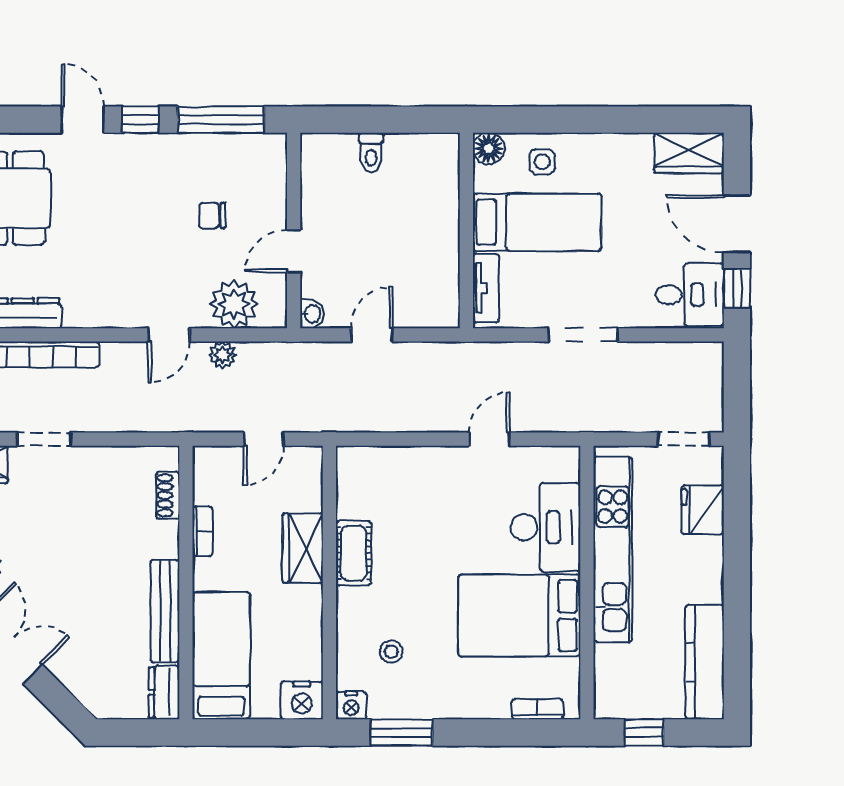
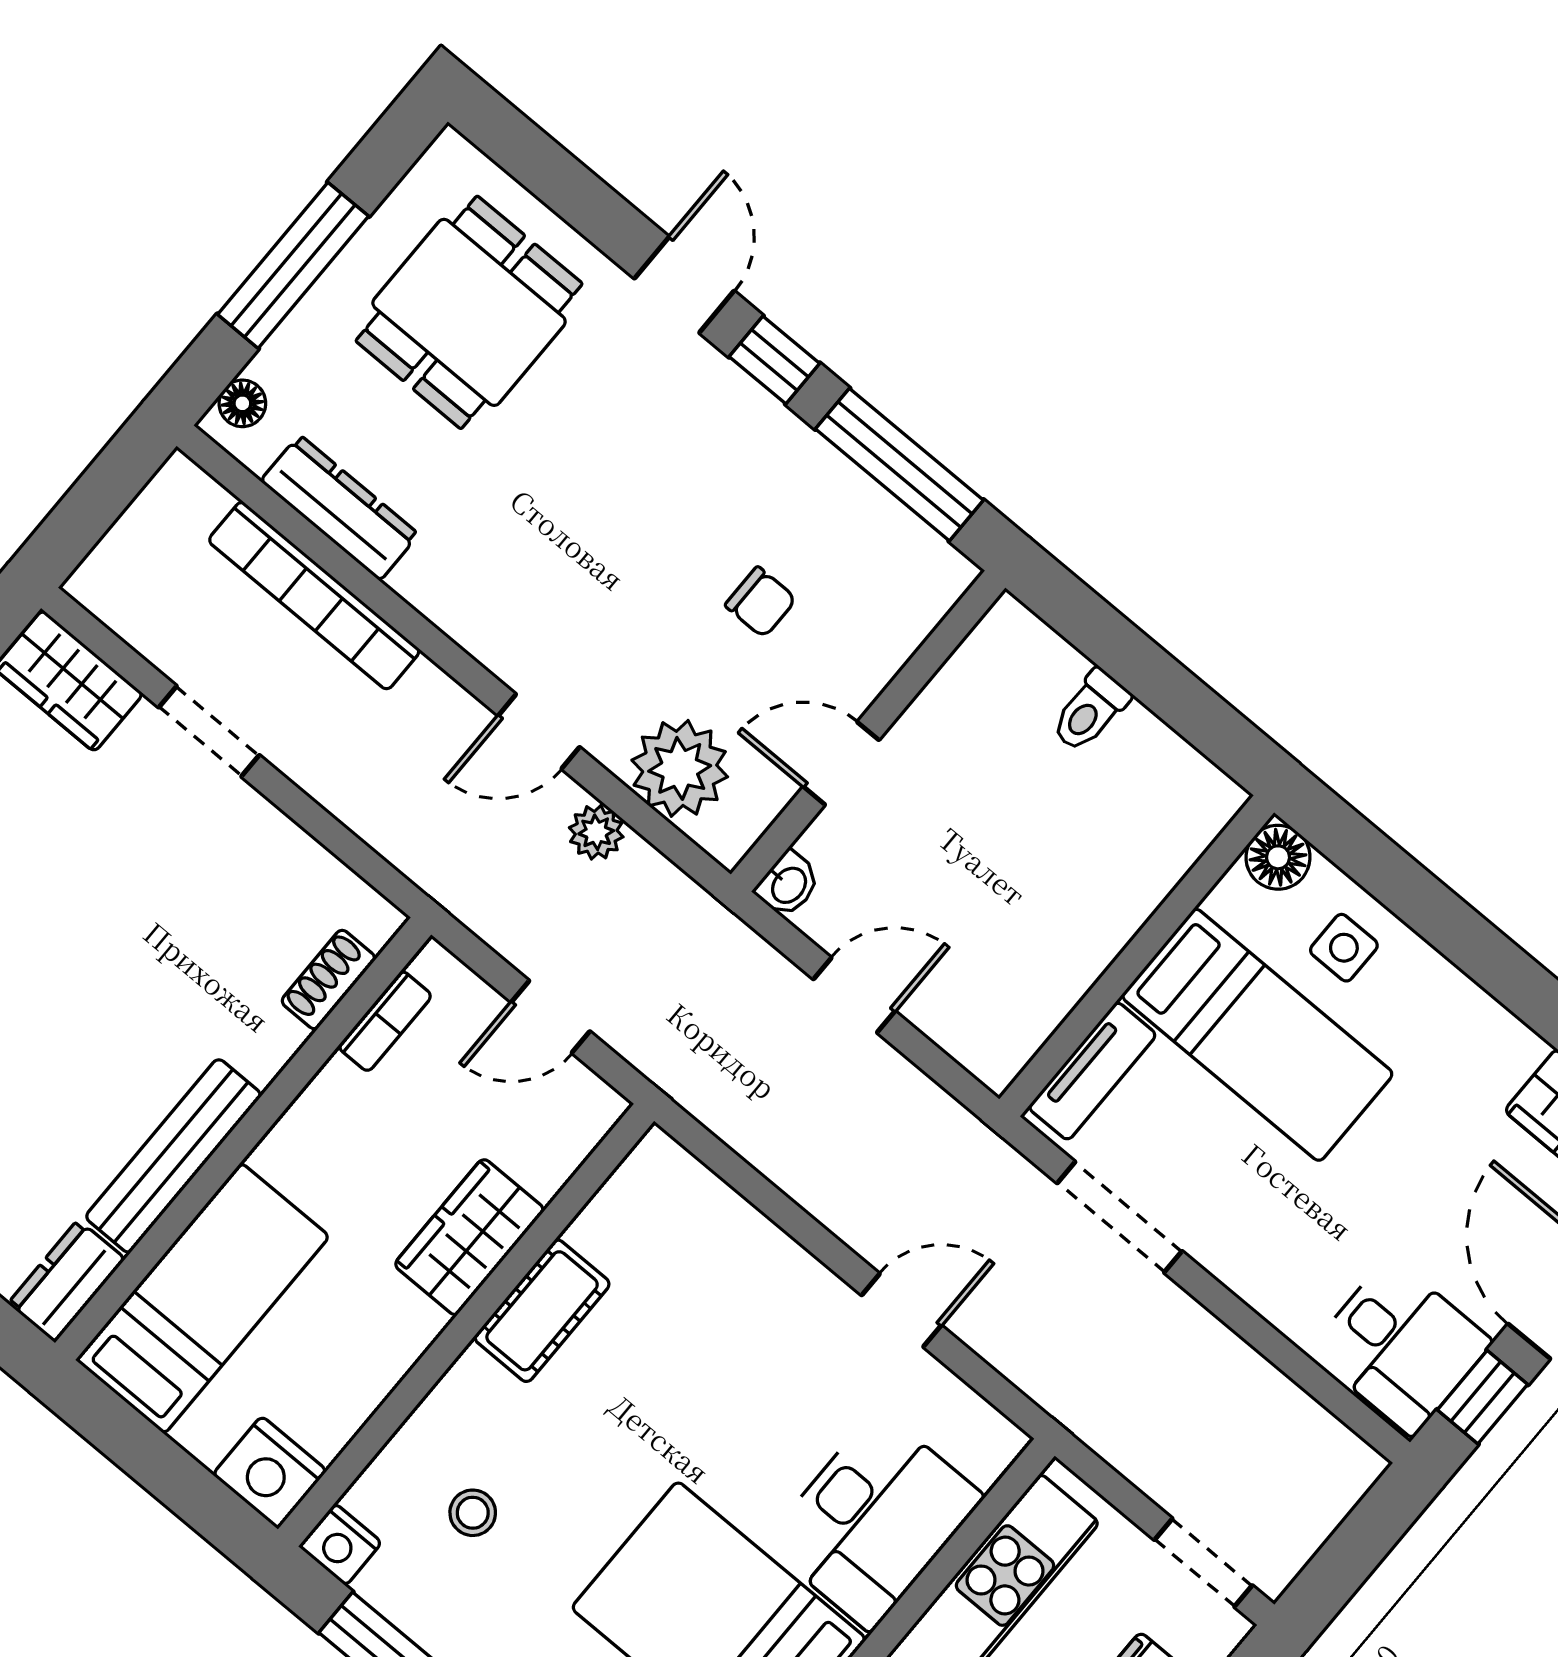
chair: (212, 216) -> (761, 602), turned 180
doorway: (583, 335) -> (1120, 1217), moved
bookcase: (202, 531) -> (385, 1021), moved

